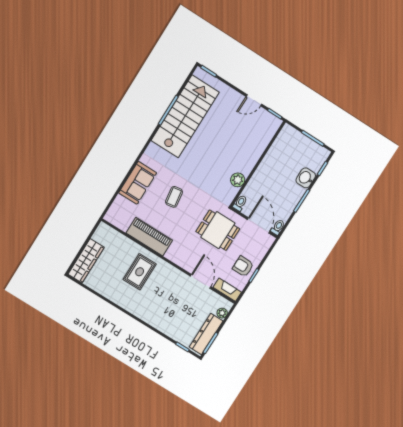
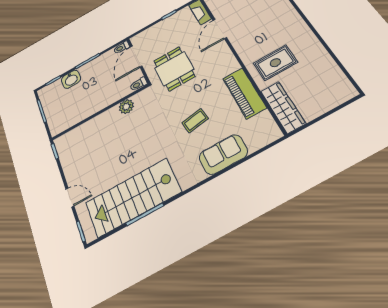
door: (254, 100) -> (70, 197), moved
wardrobe: (86, 261) -> (283, 107), moved, turned 90
armchair: (243, 266) -> (173, 26), removed

